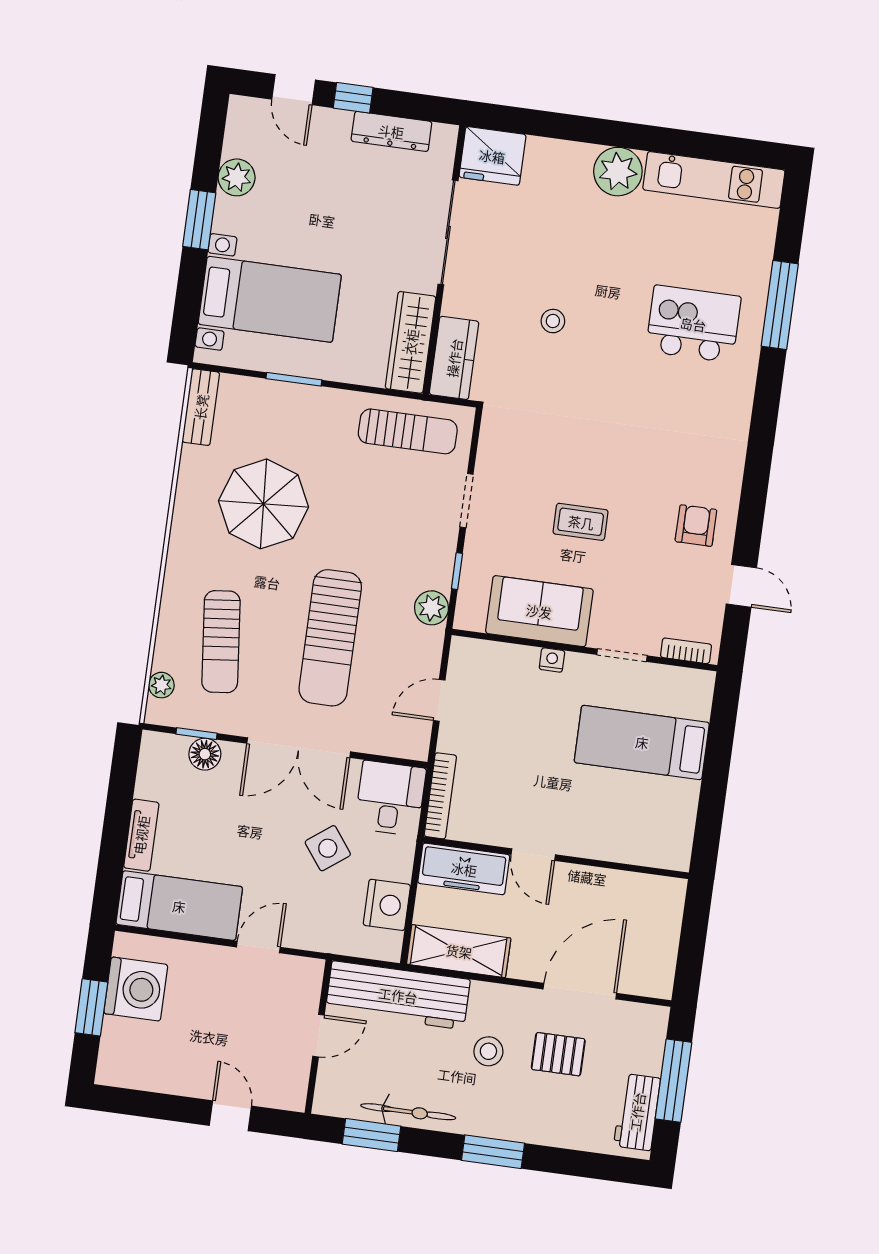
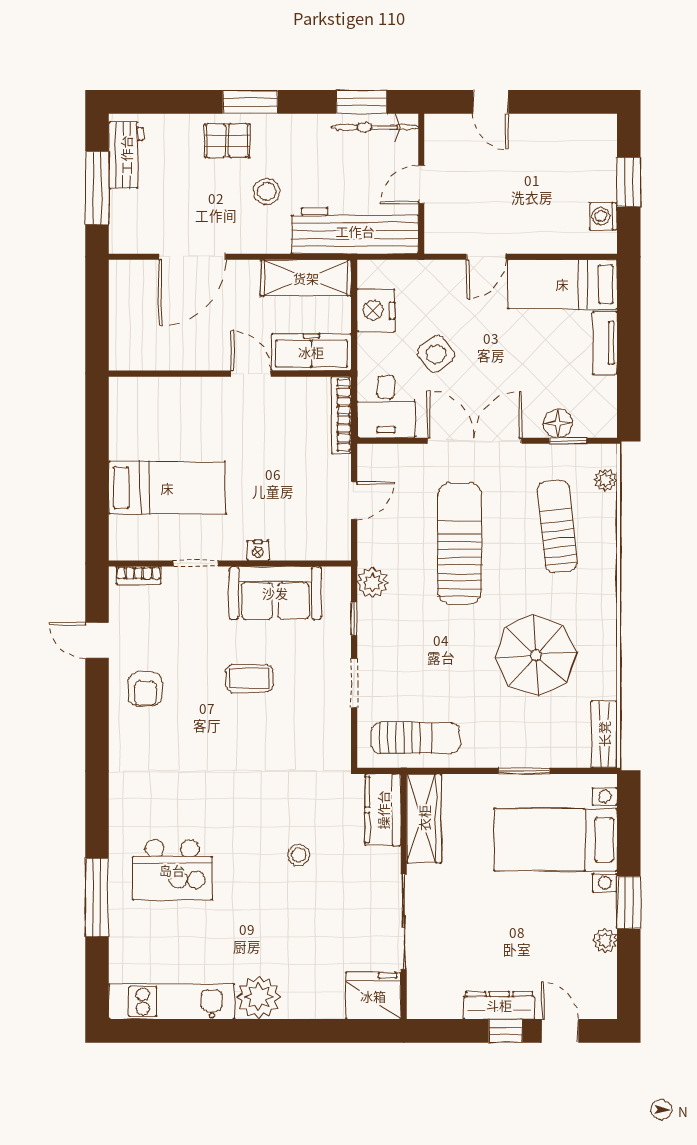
dresser: (391, 131) -> (499, 1005), moved
plant: (237, 177) -> (605, 941), width x0.73, depth x0.73
sun lounger: (408, 431) -> (415, 738), turned 180
washing machine: (136, 989) -> (603, 216), width x0.53, depth x0.53
pallet: (558, 1054) -> (227, 141), moved
bicycle: (408, 1112) -> (375, 127), moved

